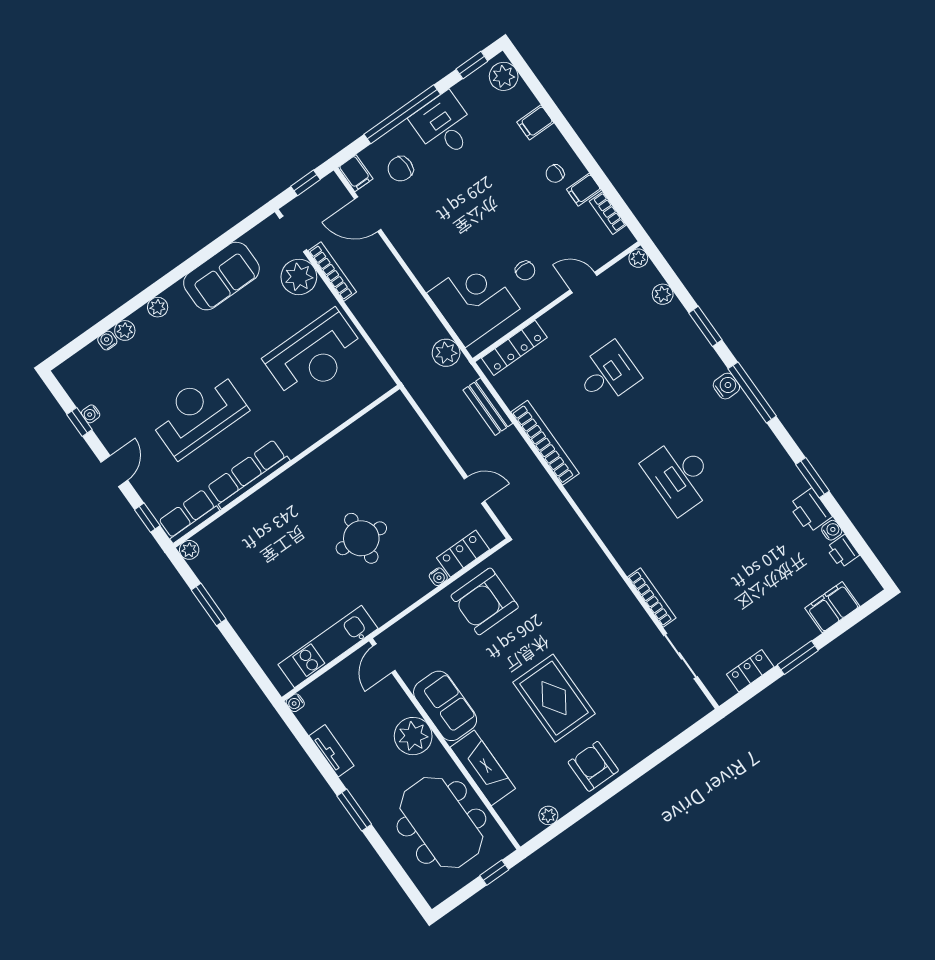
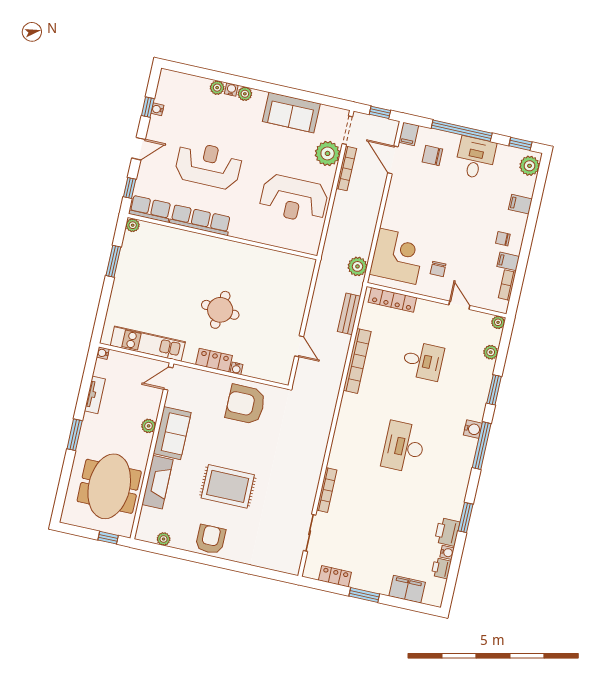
water cooler: (107, 341) -> (231, 89), moved
locker: (463, 554) -> (214, 360), moved
rug: (554, 698) -> (228, 486), turned 90
plant: (413, 736) -> (149, 426), width x0.53, depth x0.53

